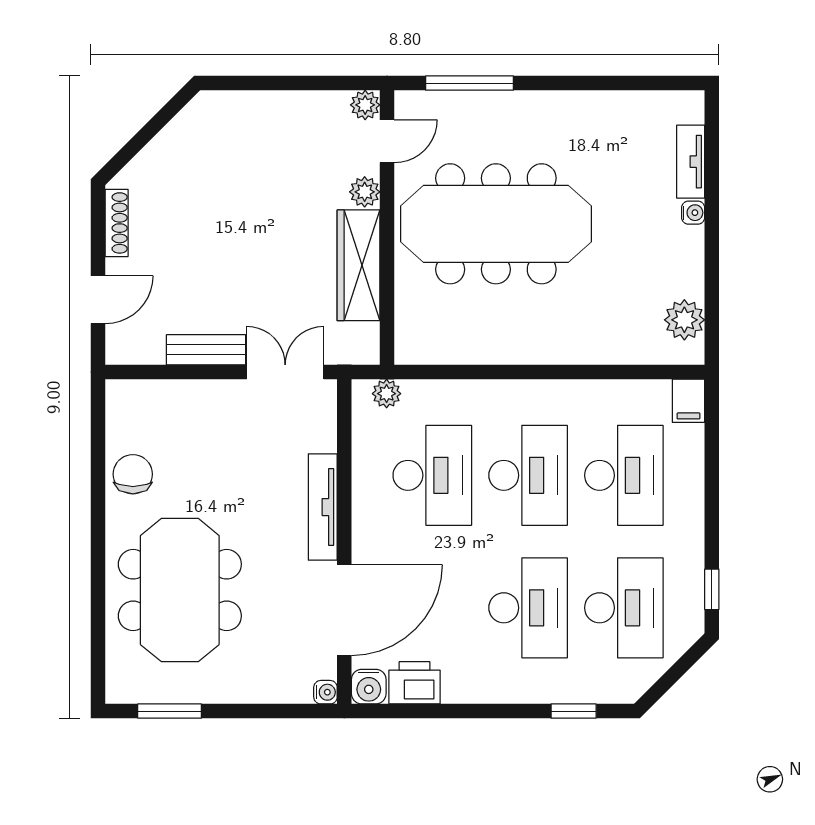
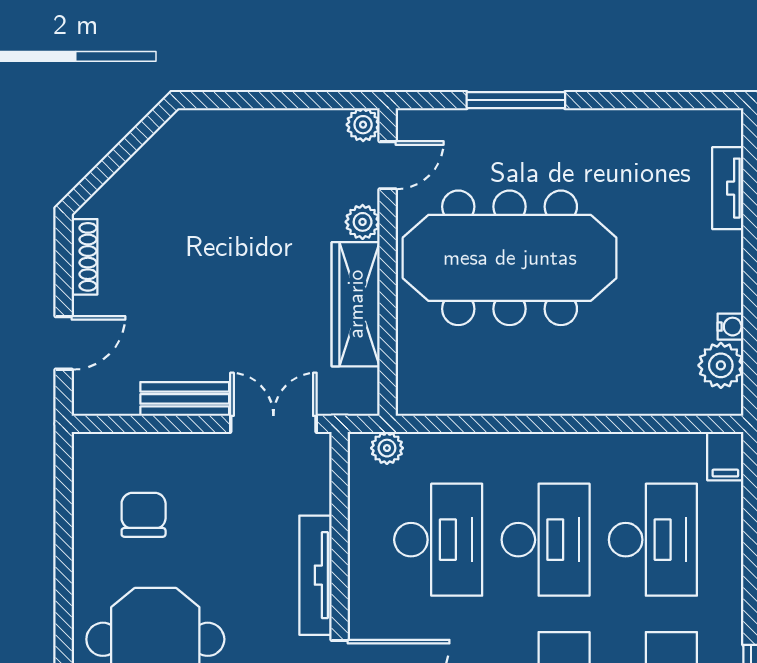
window: (470, 83) -> (516, 100), moved
water cooler: (693, 213) -> (731, 327), moved
chair: (133, 474) -> (144, 515), moved

